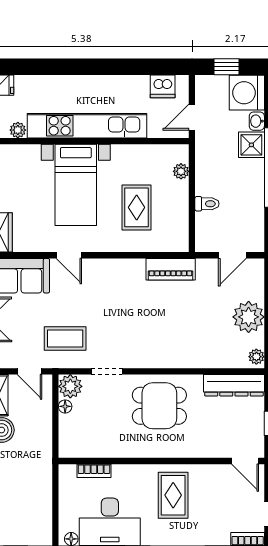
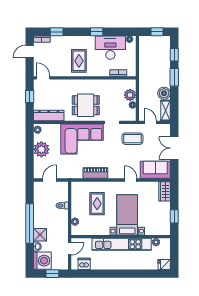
piano: (171, 269) -> (95, 173), moved
corner sofa: (167, 338) -> (82, 139), added
plant: (70, 386) -> (130, 95), moved

